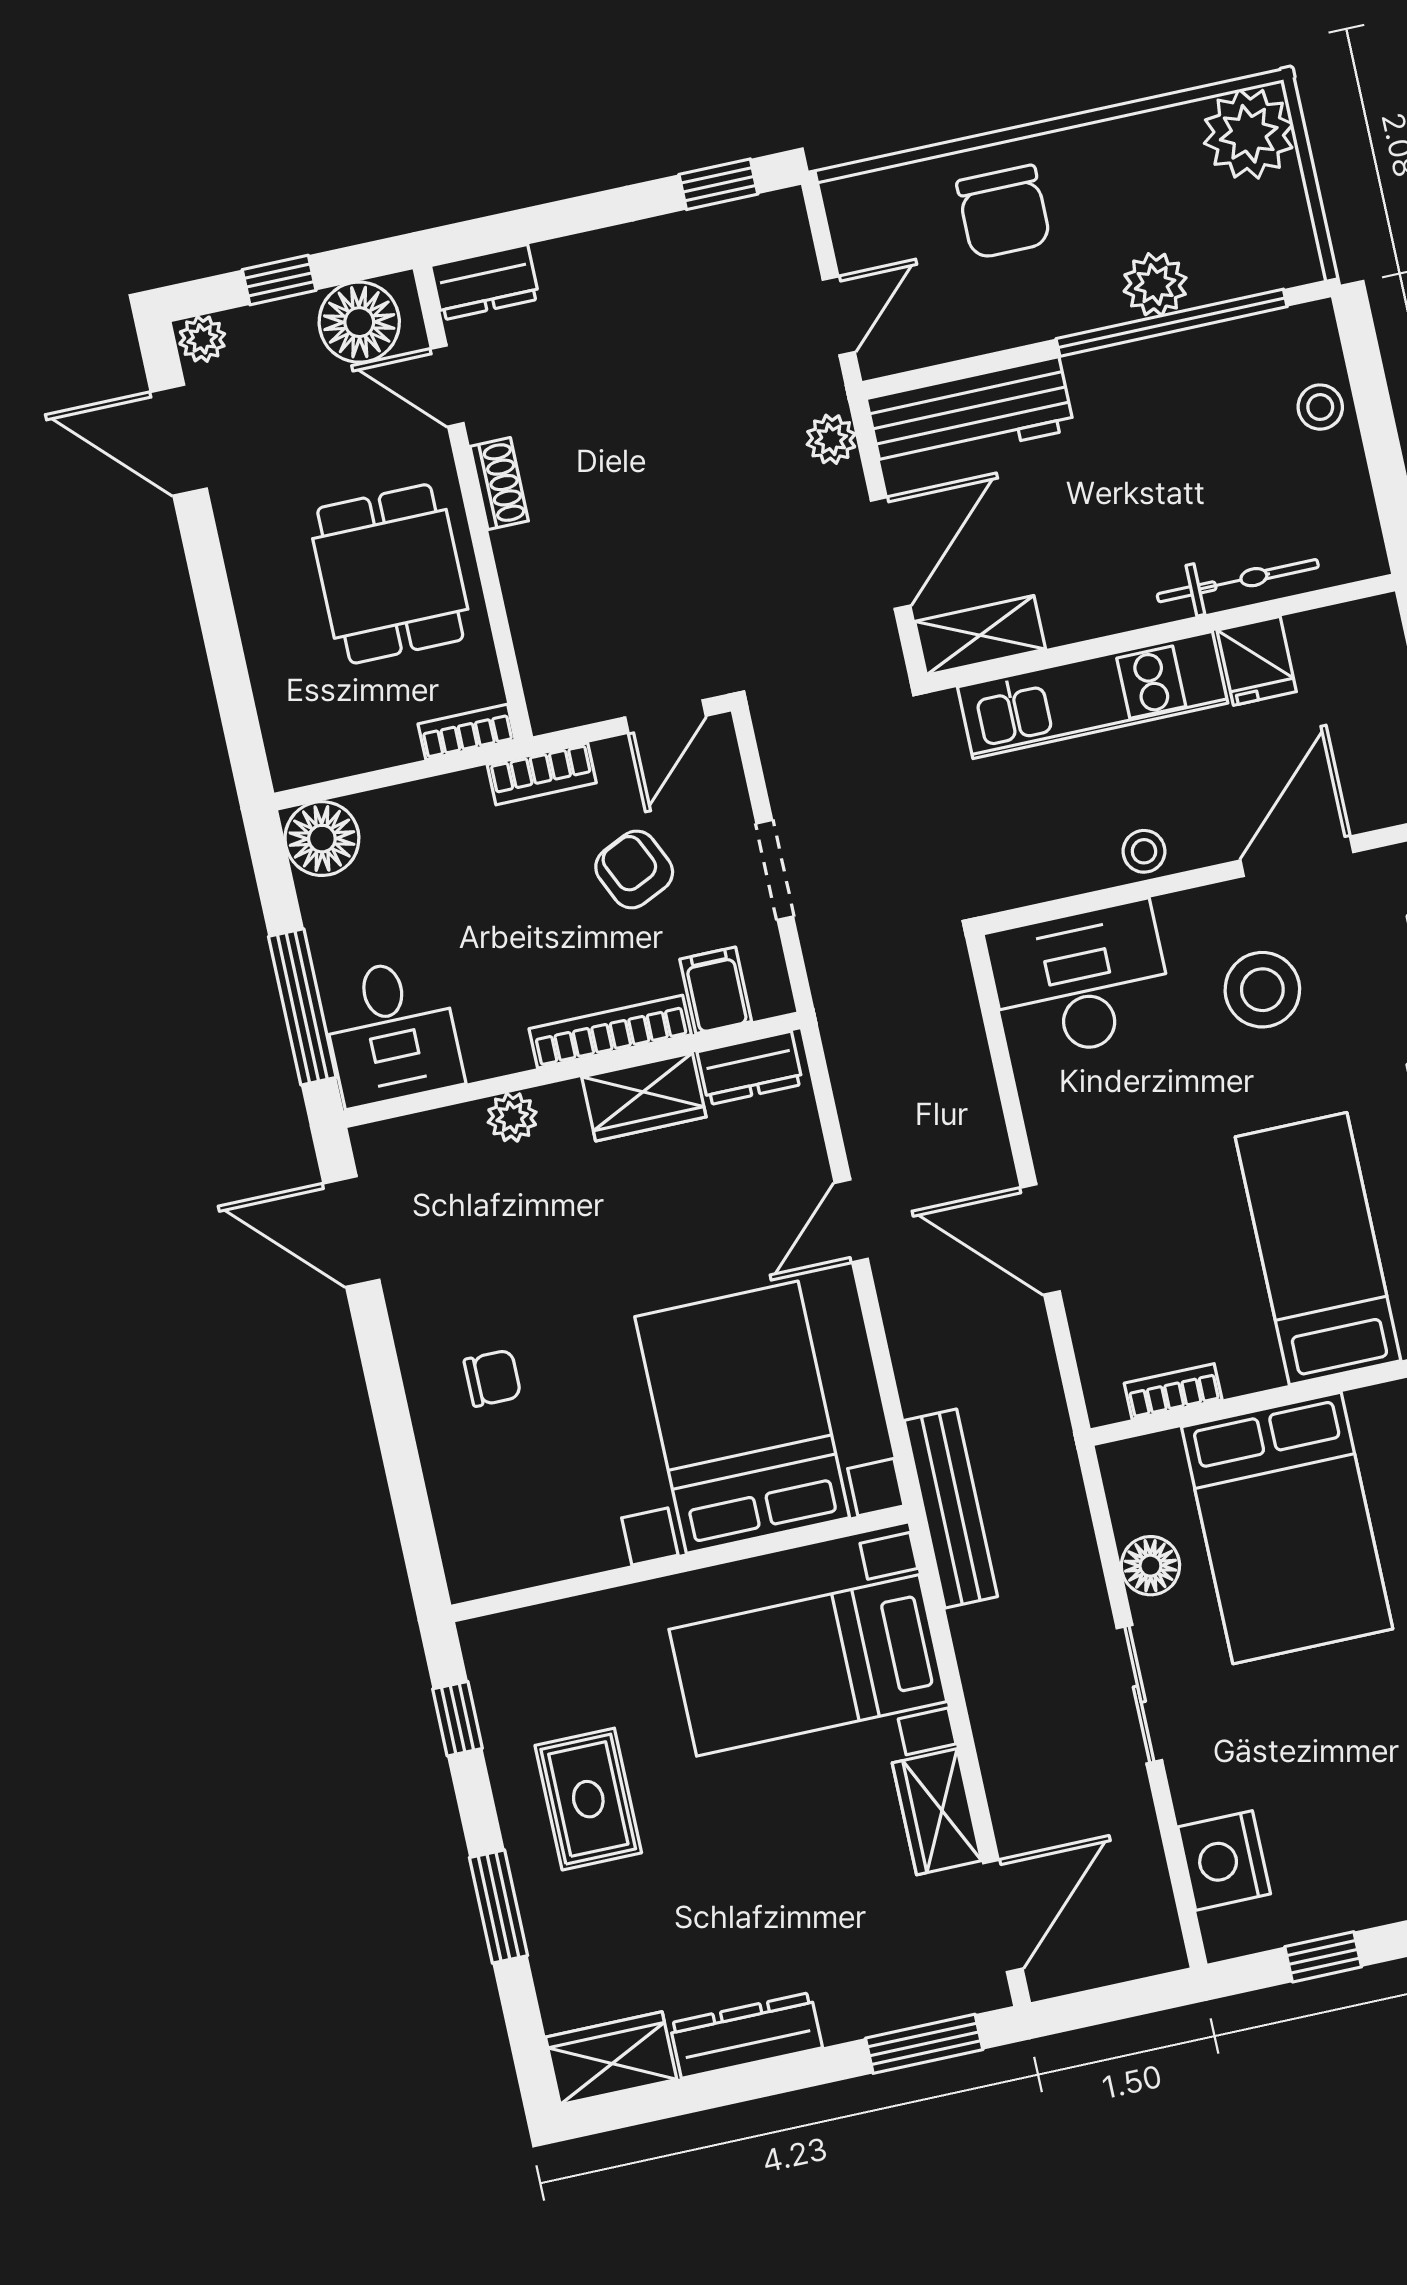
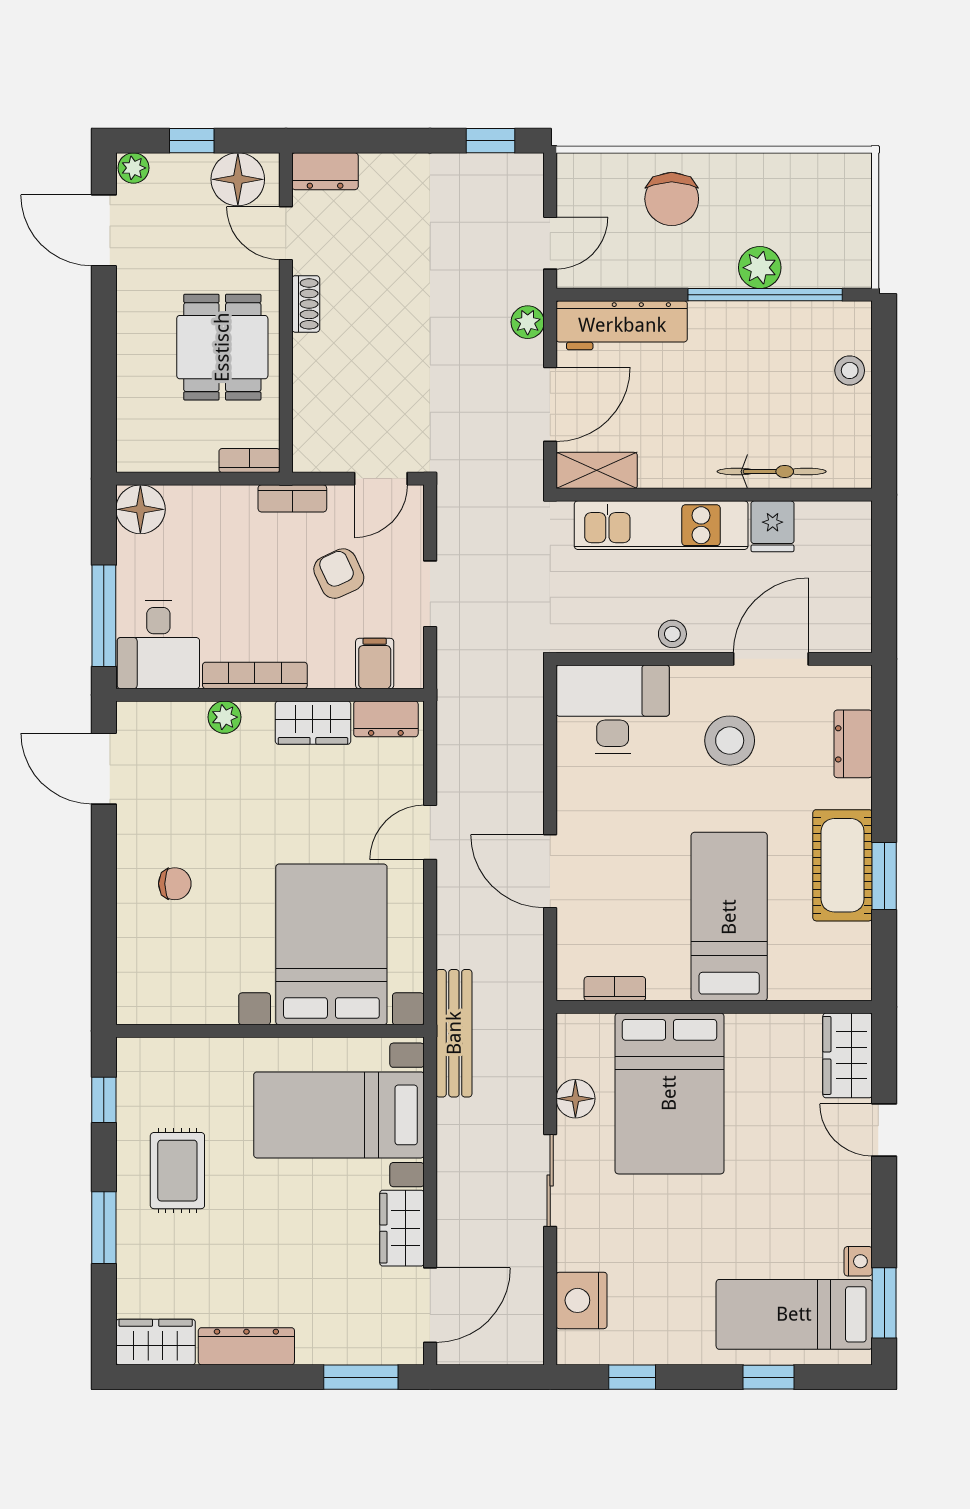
plant: (1249, 134) -> (842, 183), removed
bookcase: (610, 1032) -> (255, 675), moved

